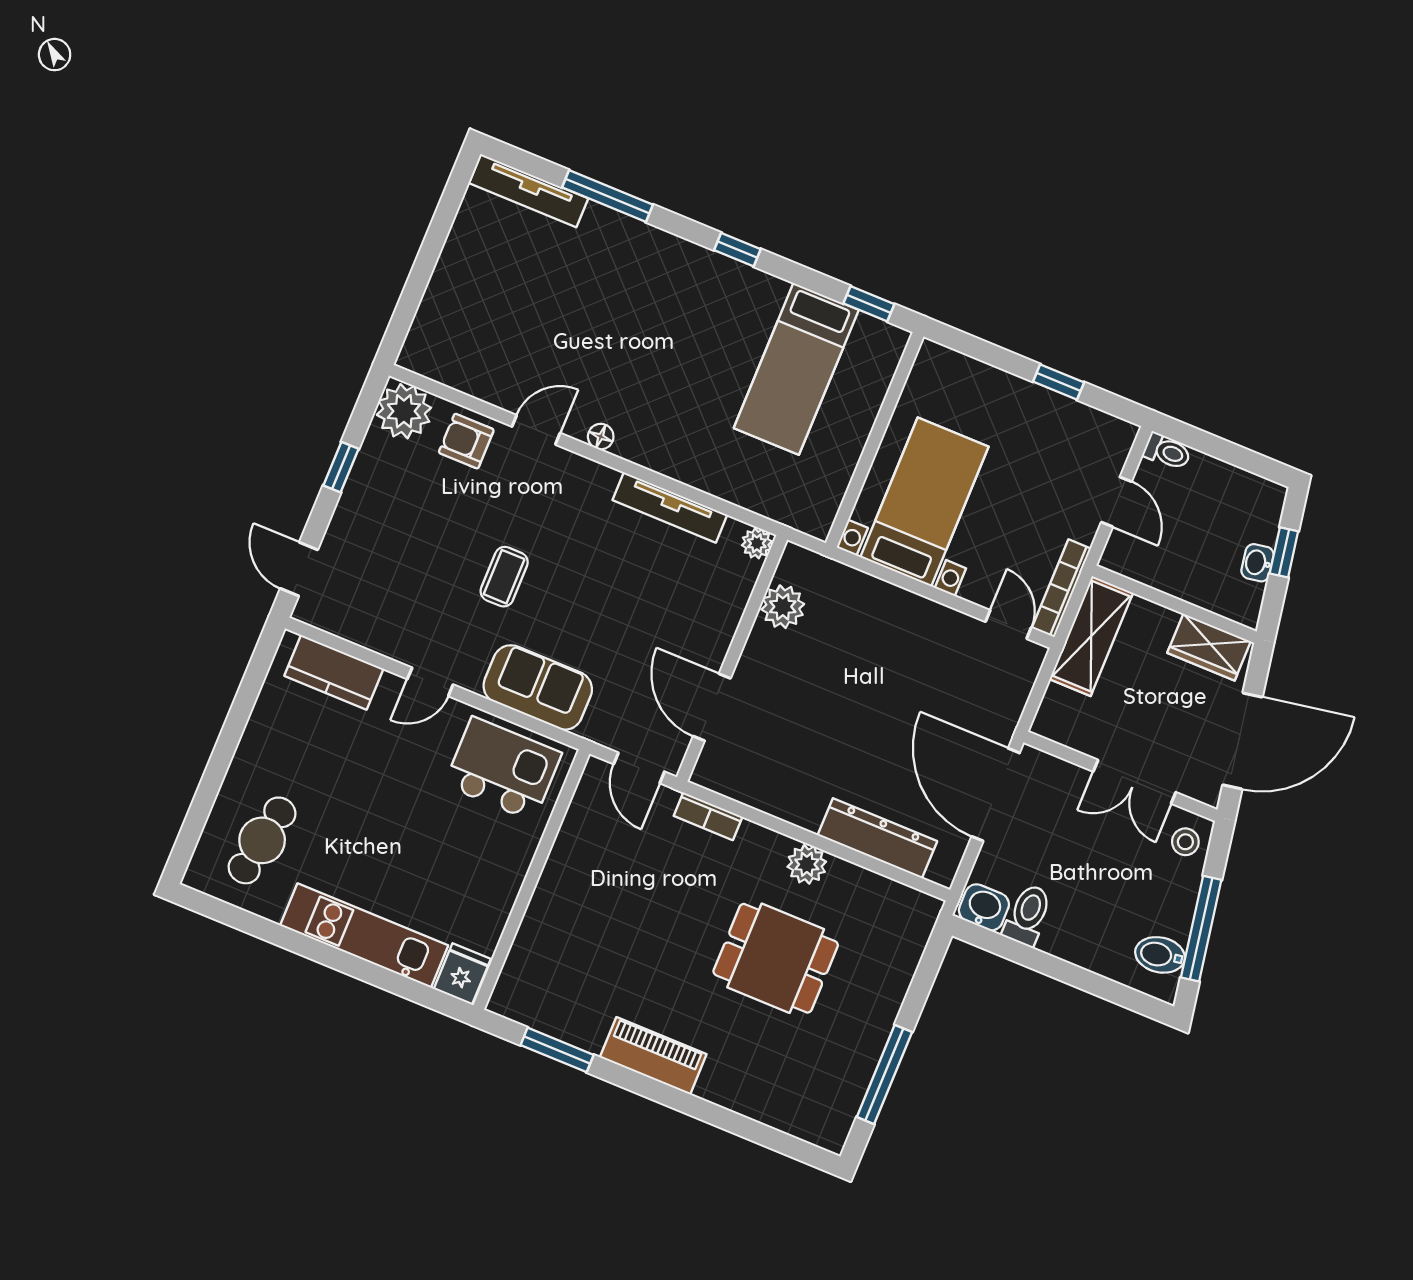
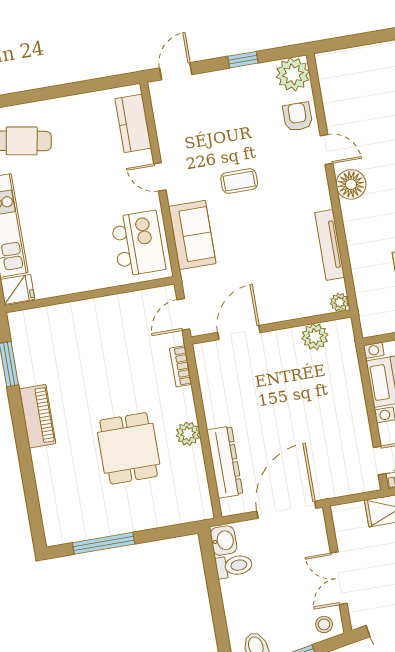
floor lamp: (601, 437) -> (351, 184), width x1.89, depth x1.89

